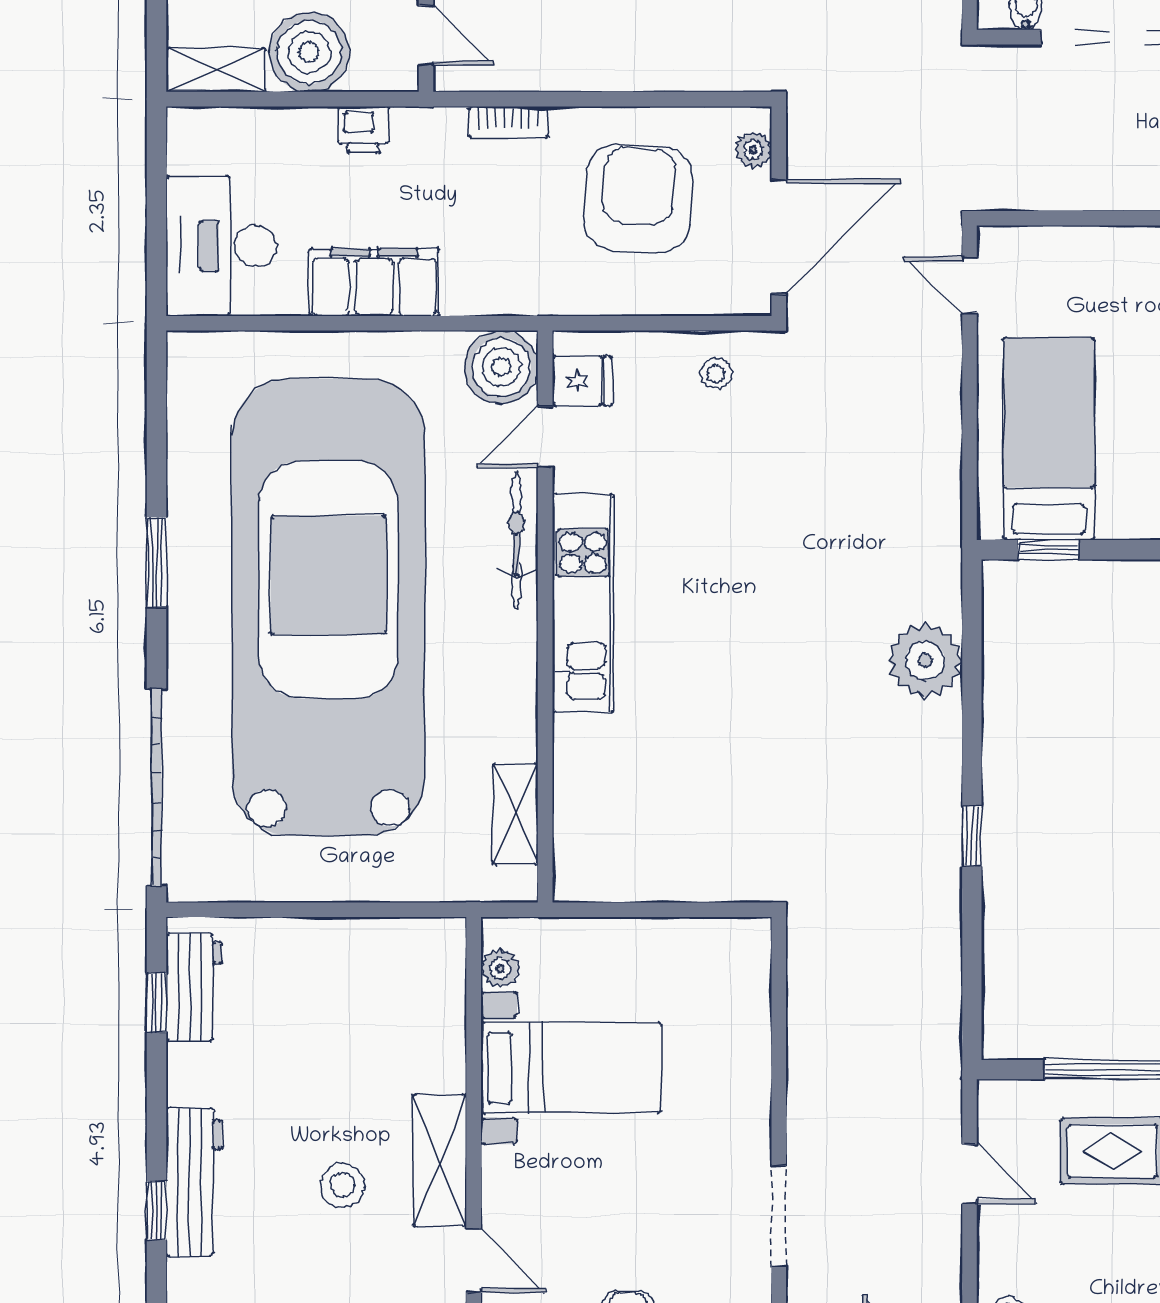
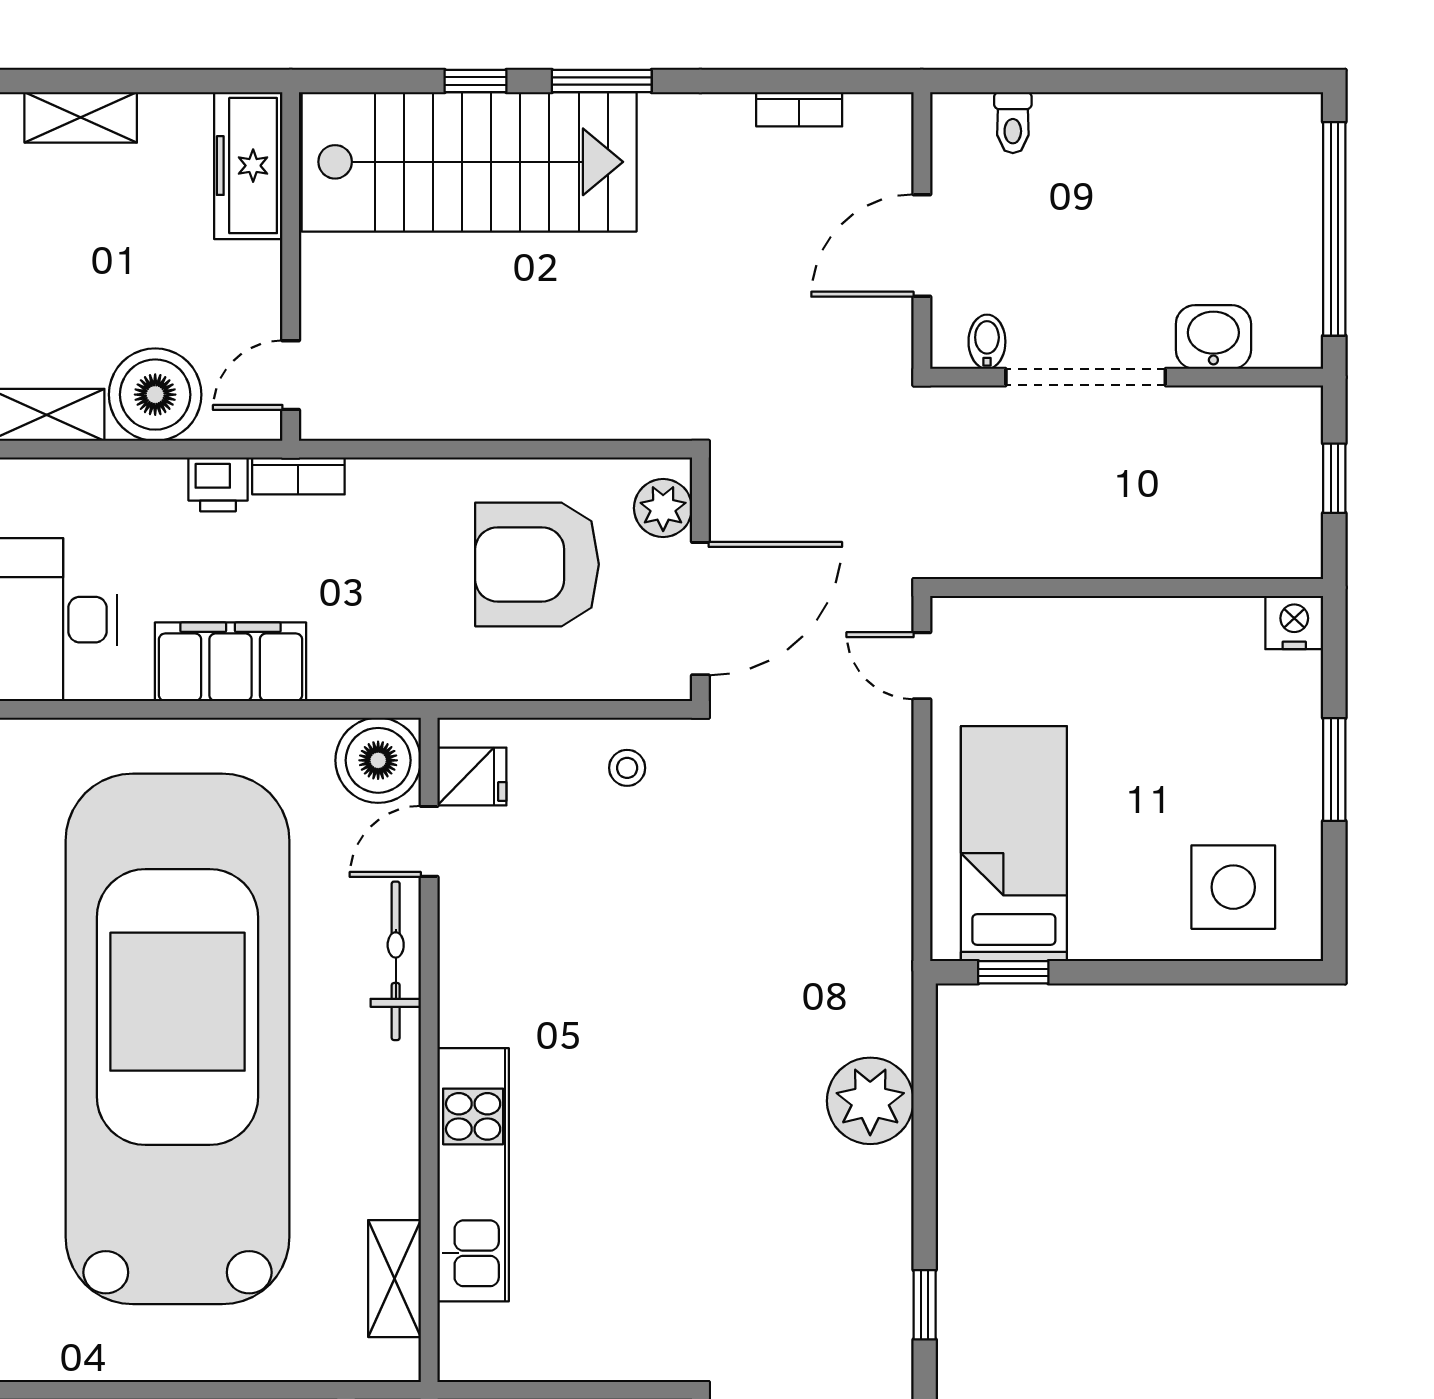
door: (426, 35) -> (291, 375), swing flipped
bookcase: (509, 122) -> (298, 476), moved
plant: (753, 150) -> (663, 508), width x1.38, depth x1.38
armchair: (638, 198) -> (537, 564), turned -94
kitchen unit: (583, 603) -> (473, 1175), moved

